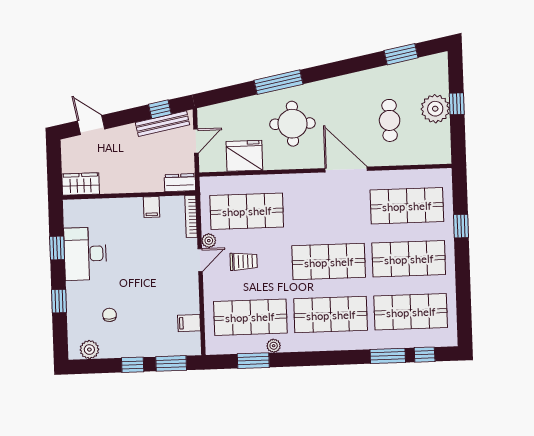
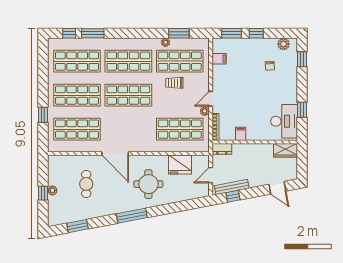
window: (278, 82) -> (132, 216), moved
plant: (435, 109) -> (52, 190), width x0.53, depth x0.53
desk: (85, 254) -> (284, 121), moved
trolley: (244, 261) -> (174, 83), moved
window: (59, 301) -> (302, 59), moved

